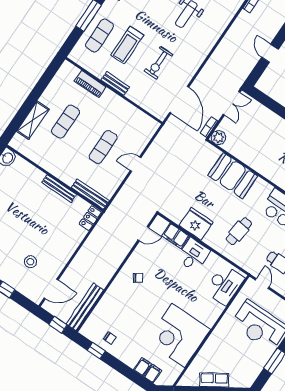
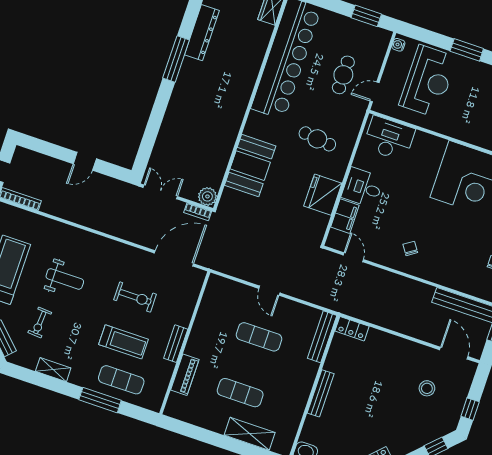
bench: (59, 189) -> (321, 393), moved

